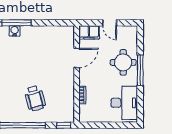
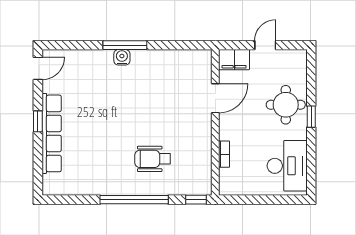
door: (110, 23) -> (265, 45), swing flipped
window: (140, 70) -> (311, 117), width x0.46
wheelchair: (35, 98) -> (153, 159), turned 105

